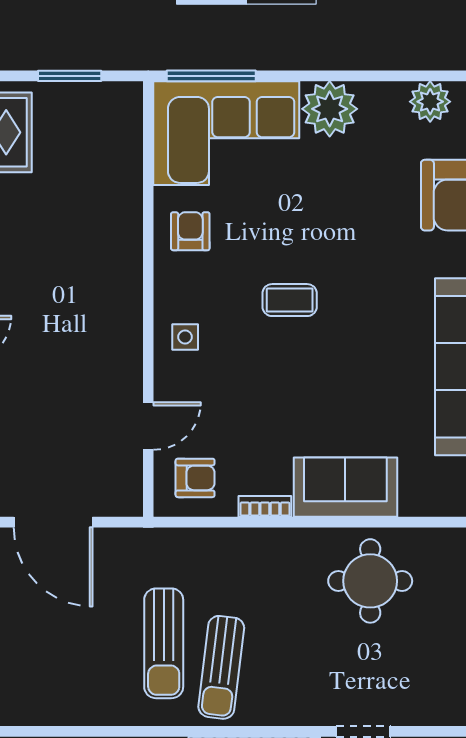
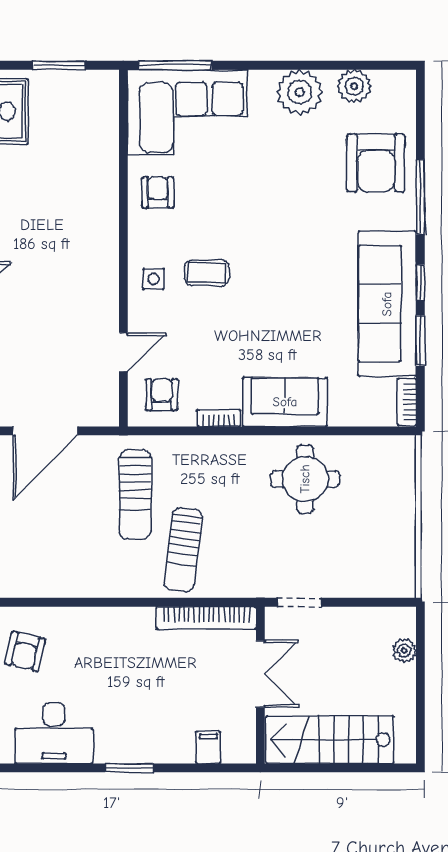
plant: (330, 109) -> (300, 92), moved
coffee table: (290, 300) -> (207, 273), moved
armchair: (195, 478) -> (162, 395), turned -90
door: (53, 522) -> (45, 431), hinge flipped
sun lounger: (164, 643) -> (135, 494), moved

